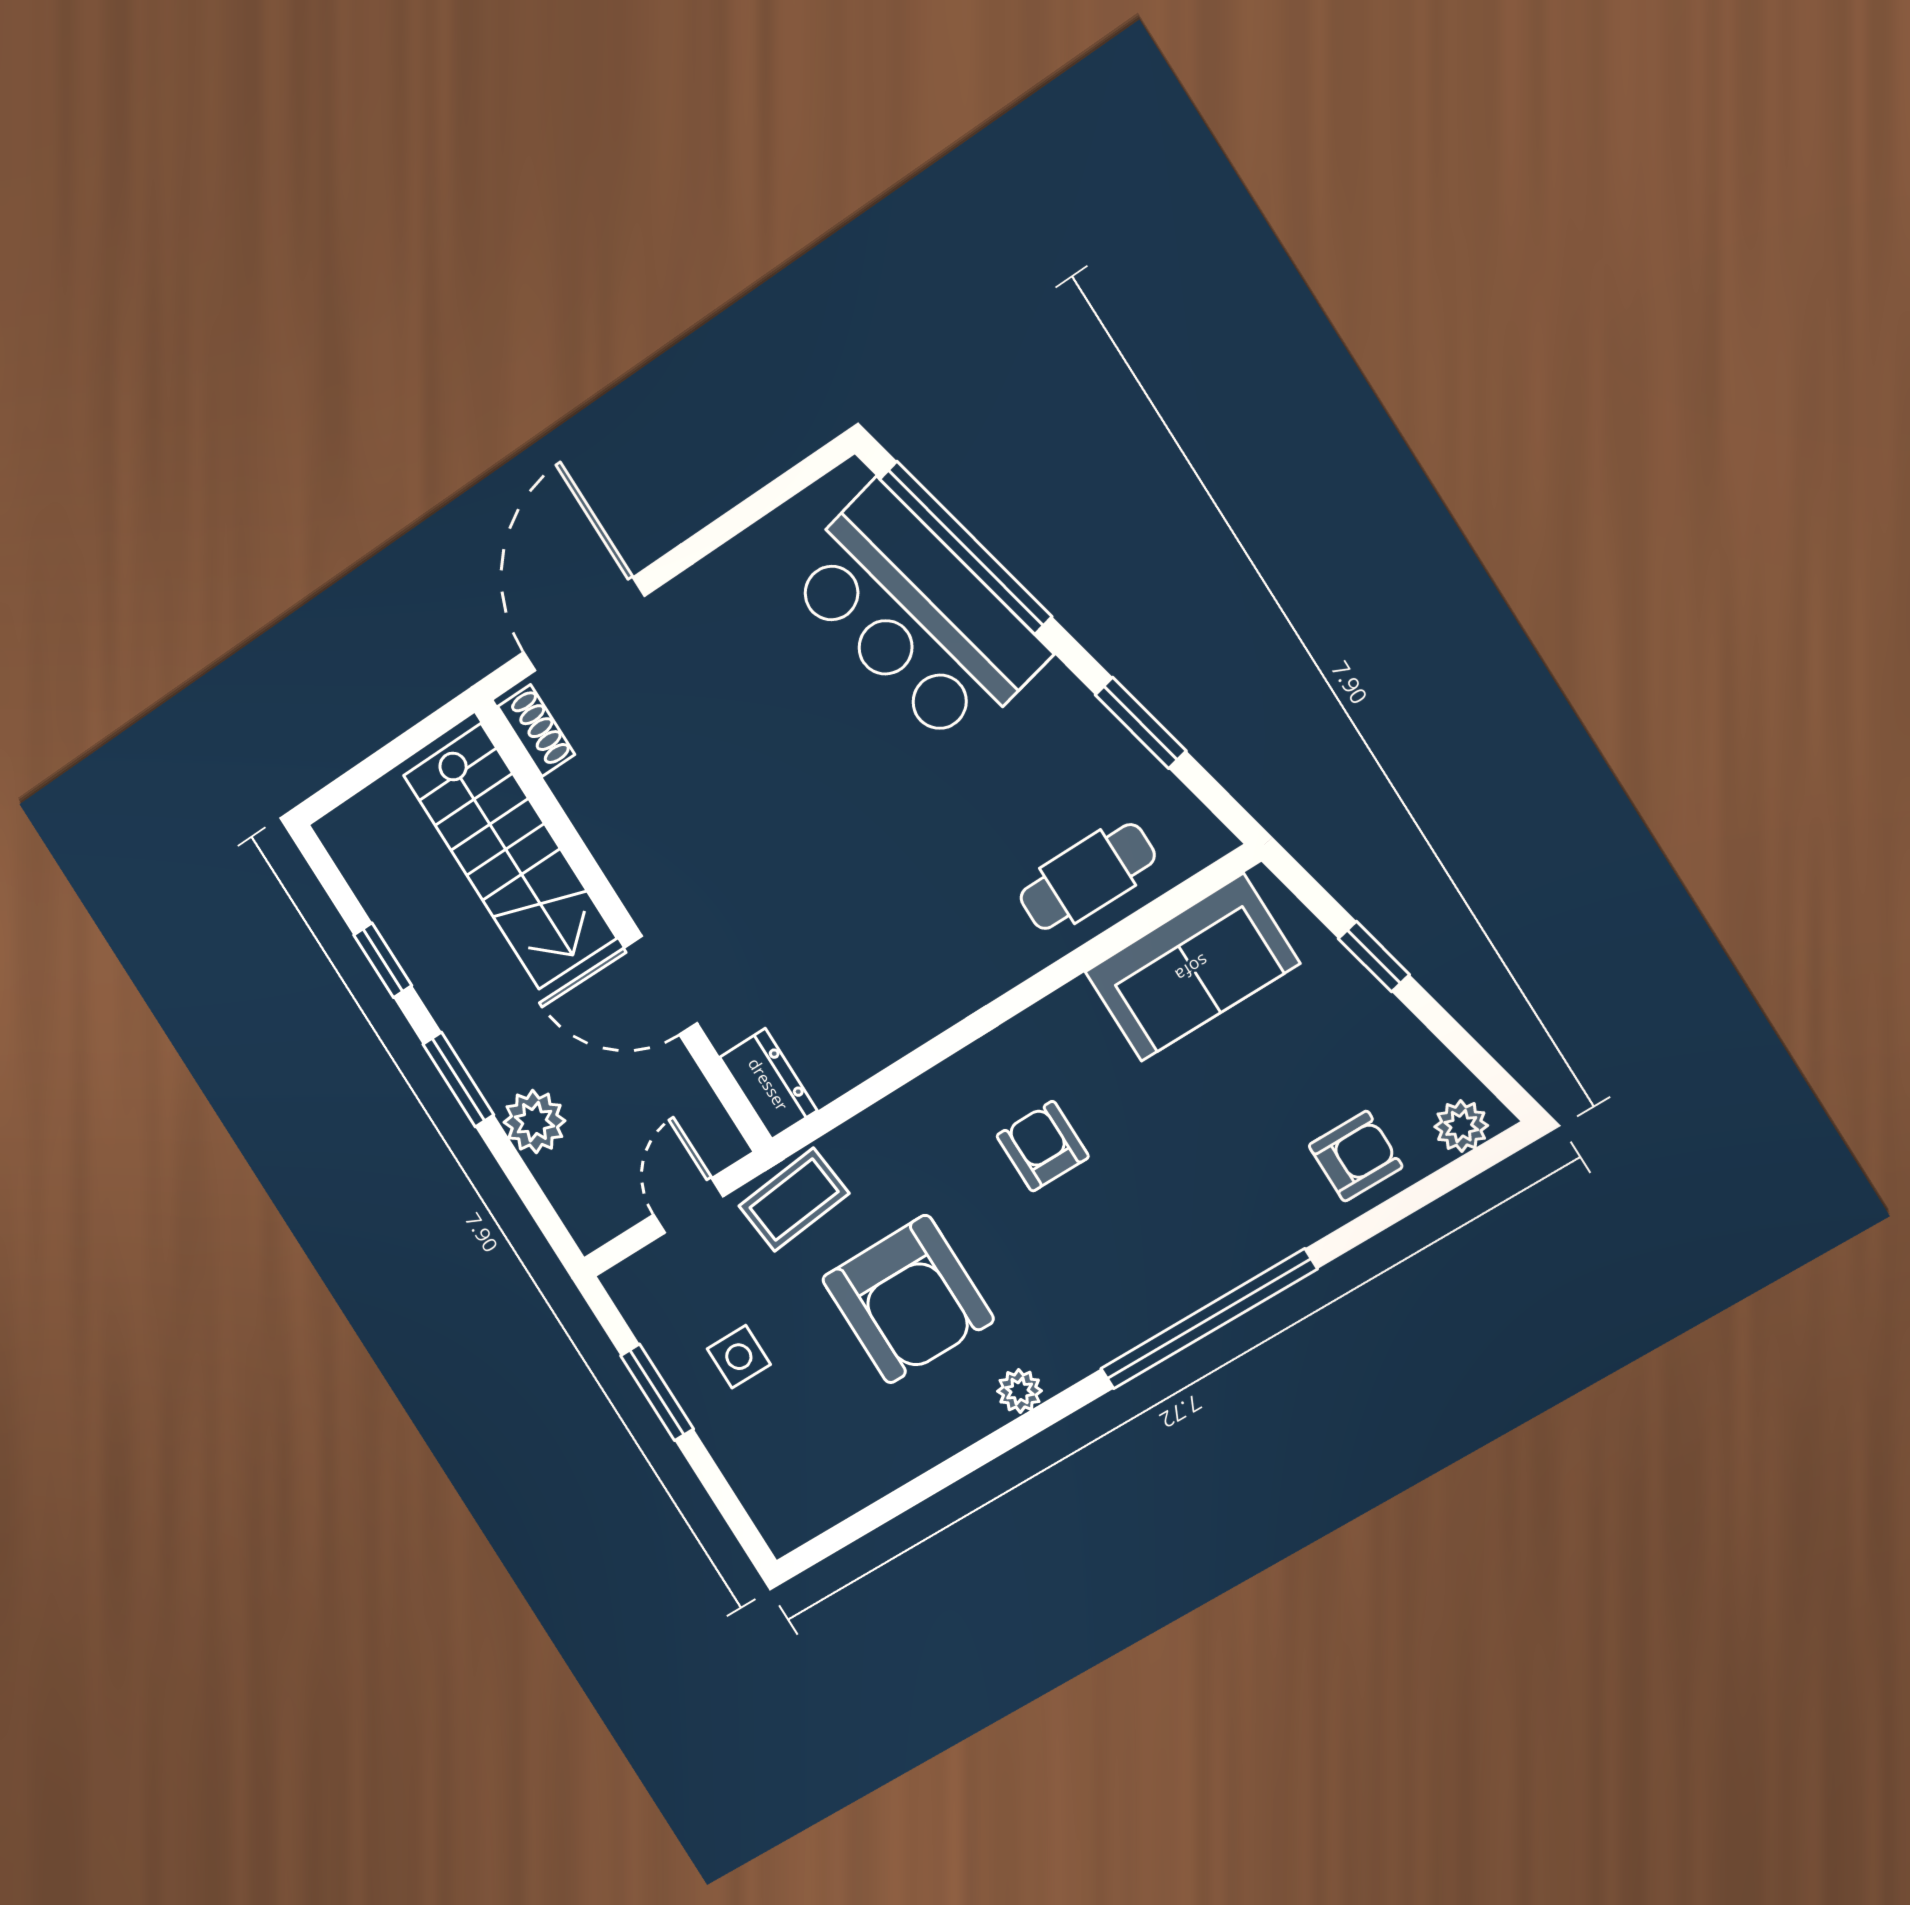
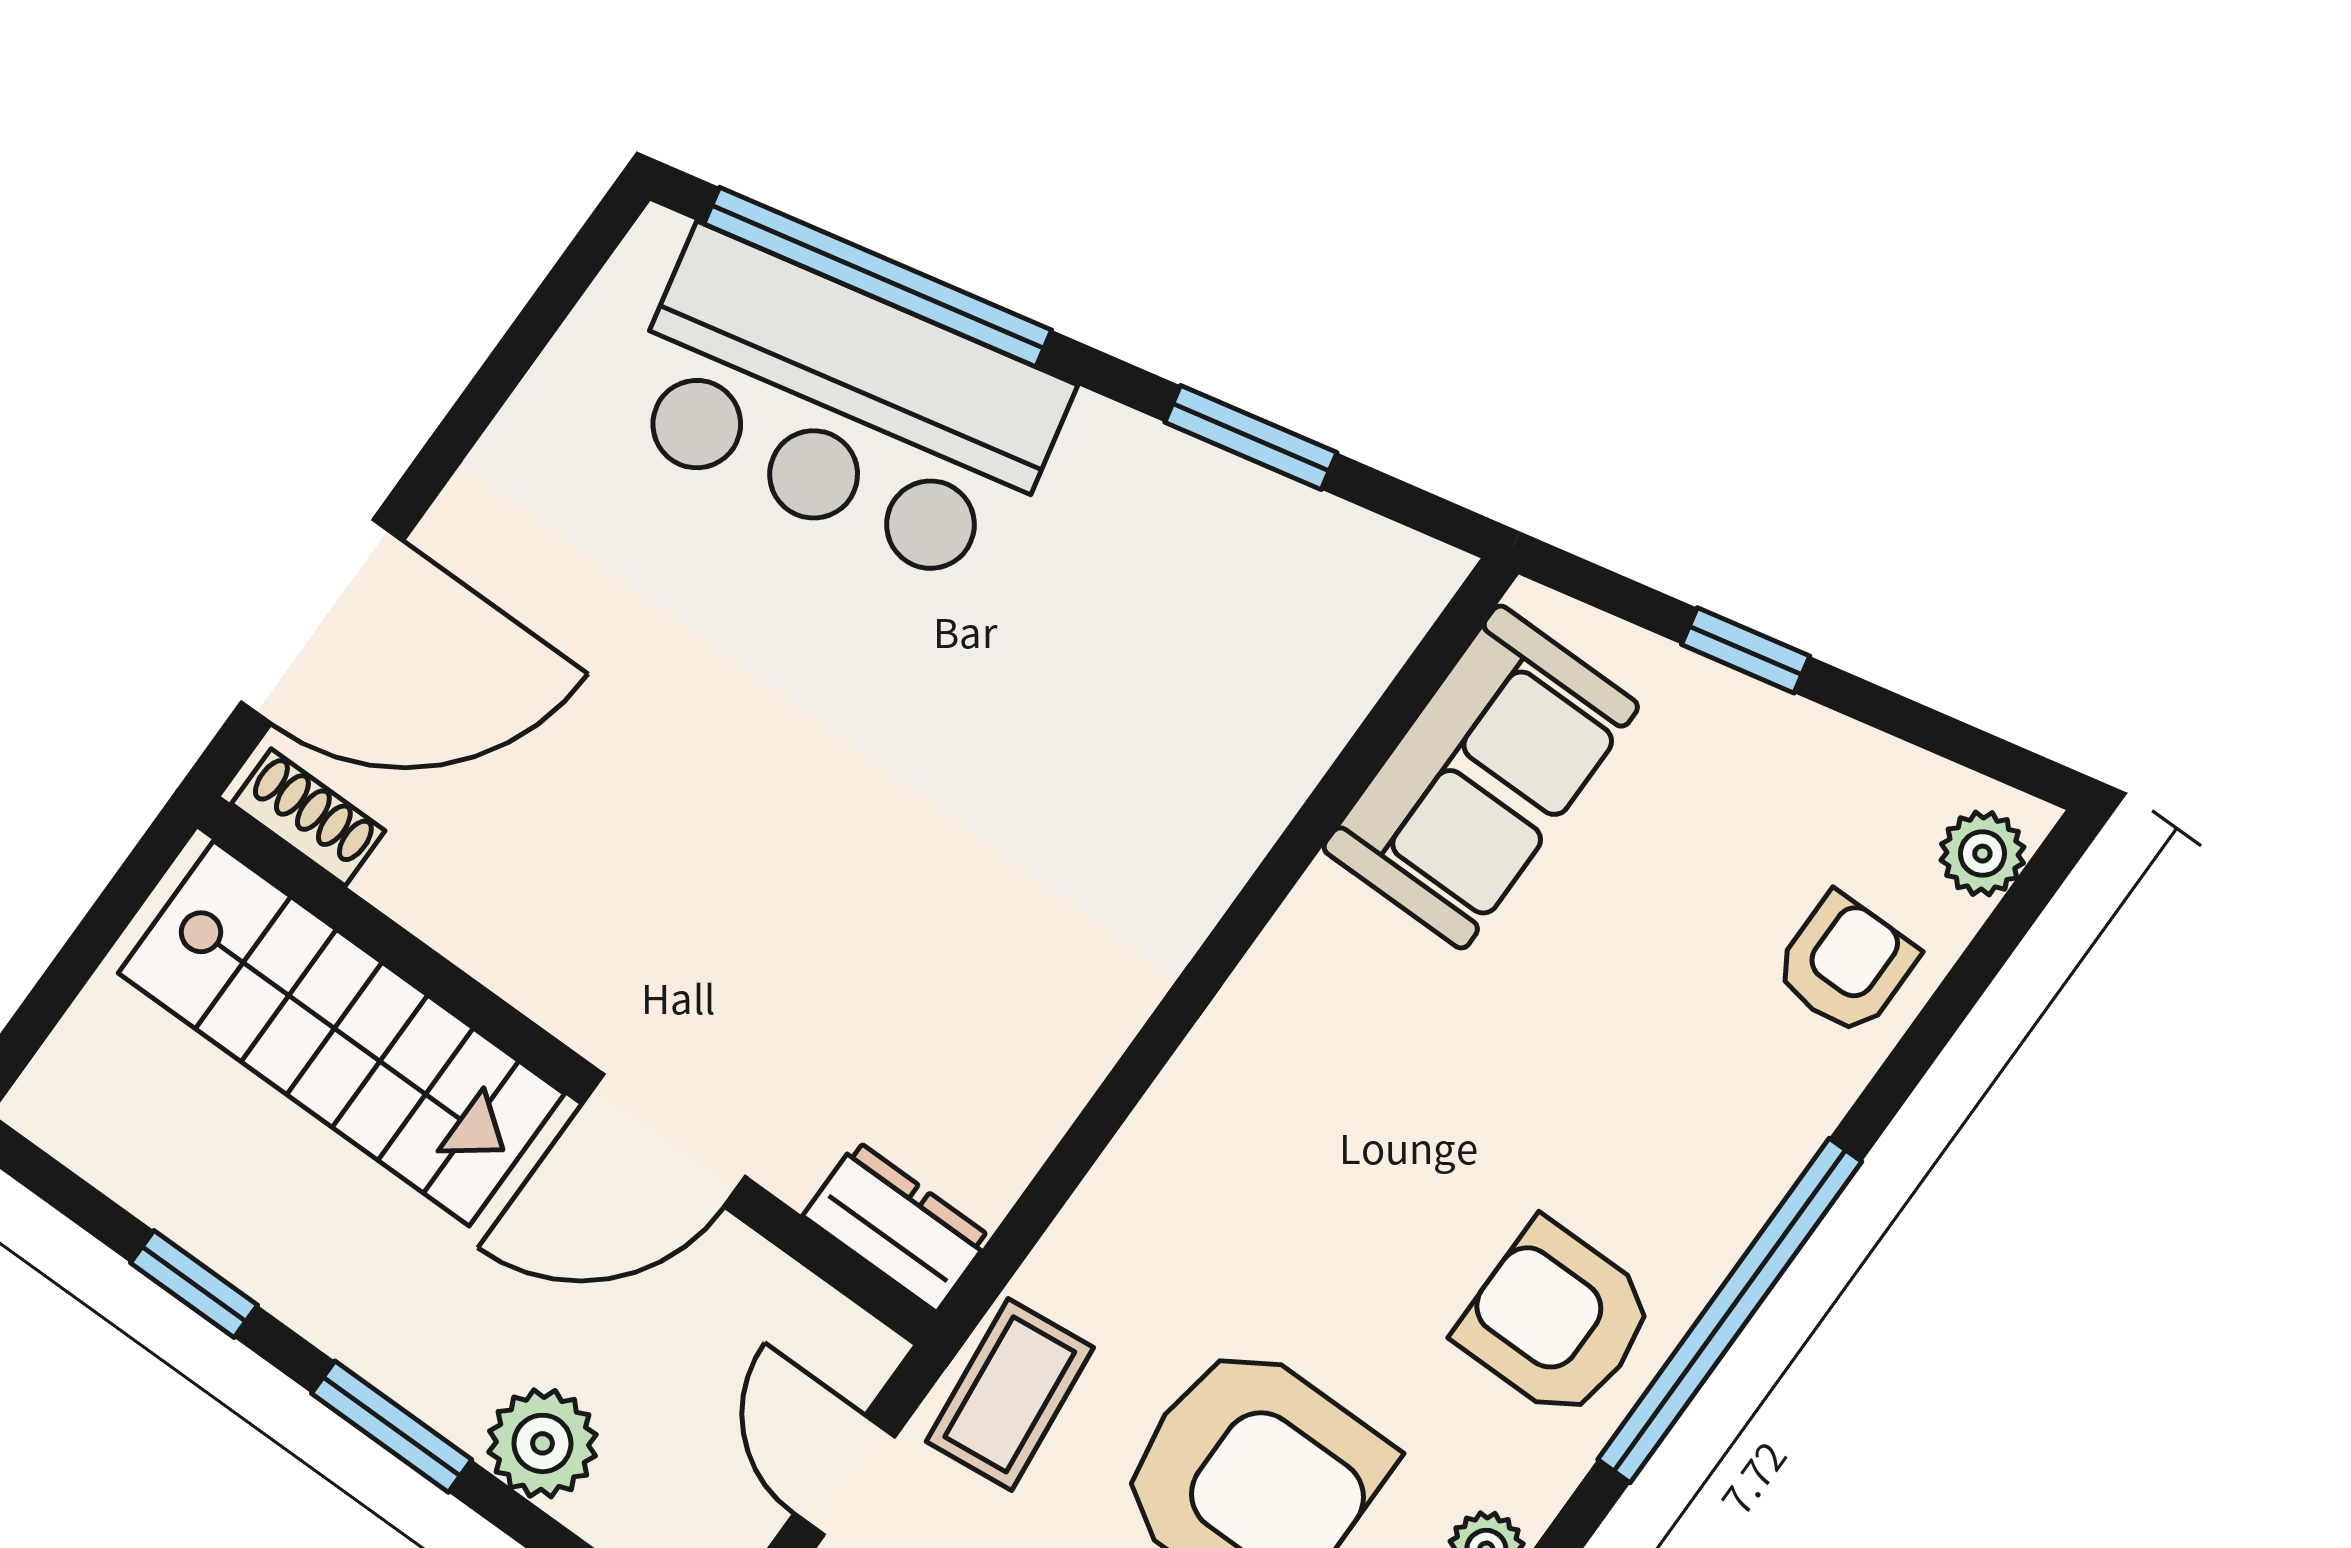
door: (584, 624) -> (322, 622), swing flipped
cafe table: (1088, 877) -> (1265, 702), removed
armchair: (1043, 1146) -> (1557, 1320), moved, width x1.38, depth x1.38

